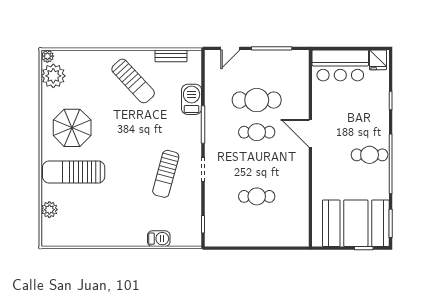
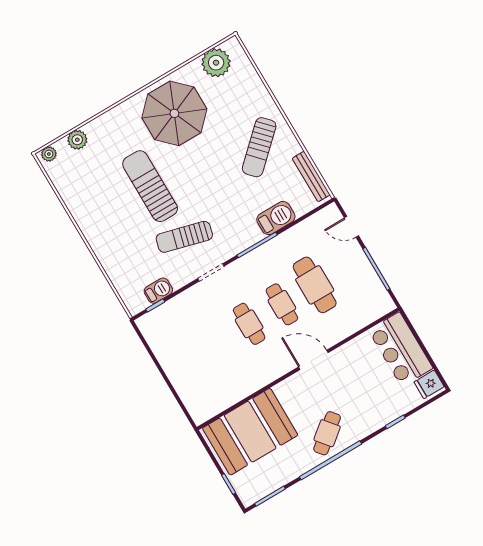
plant: (47, 56) -> (49, 154), moved
bench: (171, 56) -> (311, 177), width x1.36
parasol: (72, 128) -> (174, 113), width x1.36, depth x1.36
door: (310, 133) -> (313, 360), hinge flipped
cafe table: (370, 155) -> (327, 433), turned 51
sun lounger: (74, 172) -> (150, 186), moved
cafe table: (257, 196) -> (249, 324), moved
booth: (356, 223) -> (250, 432), moved, turned 90
barbecue: (159, 239) -> (158, 291), moved, turned -90

